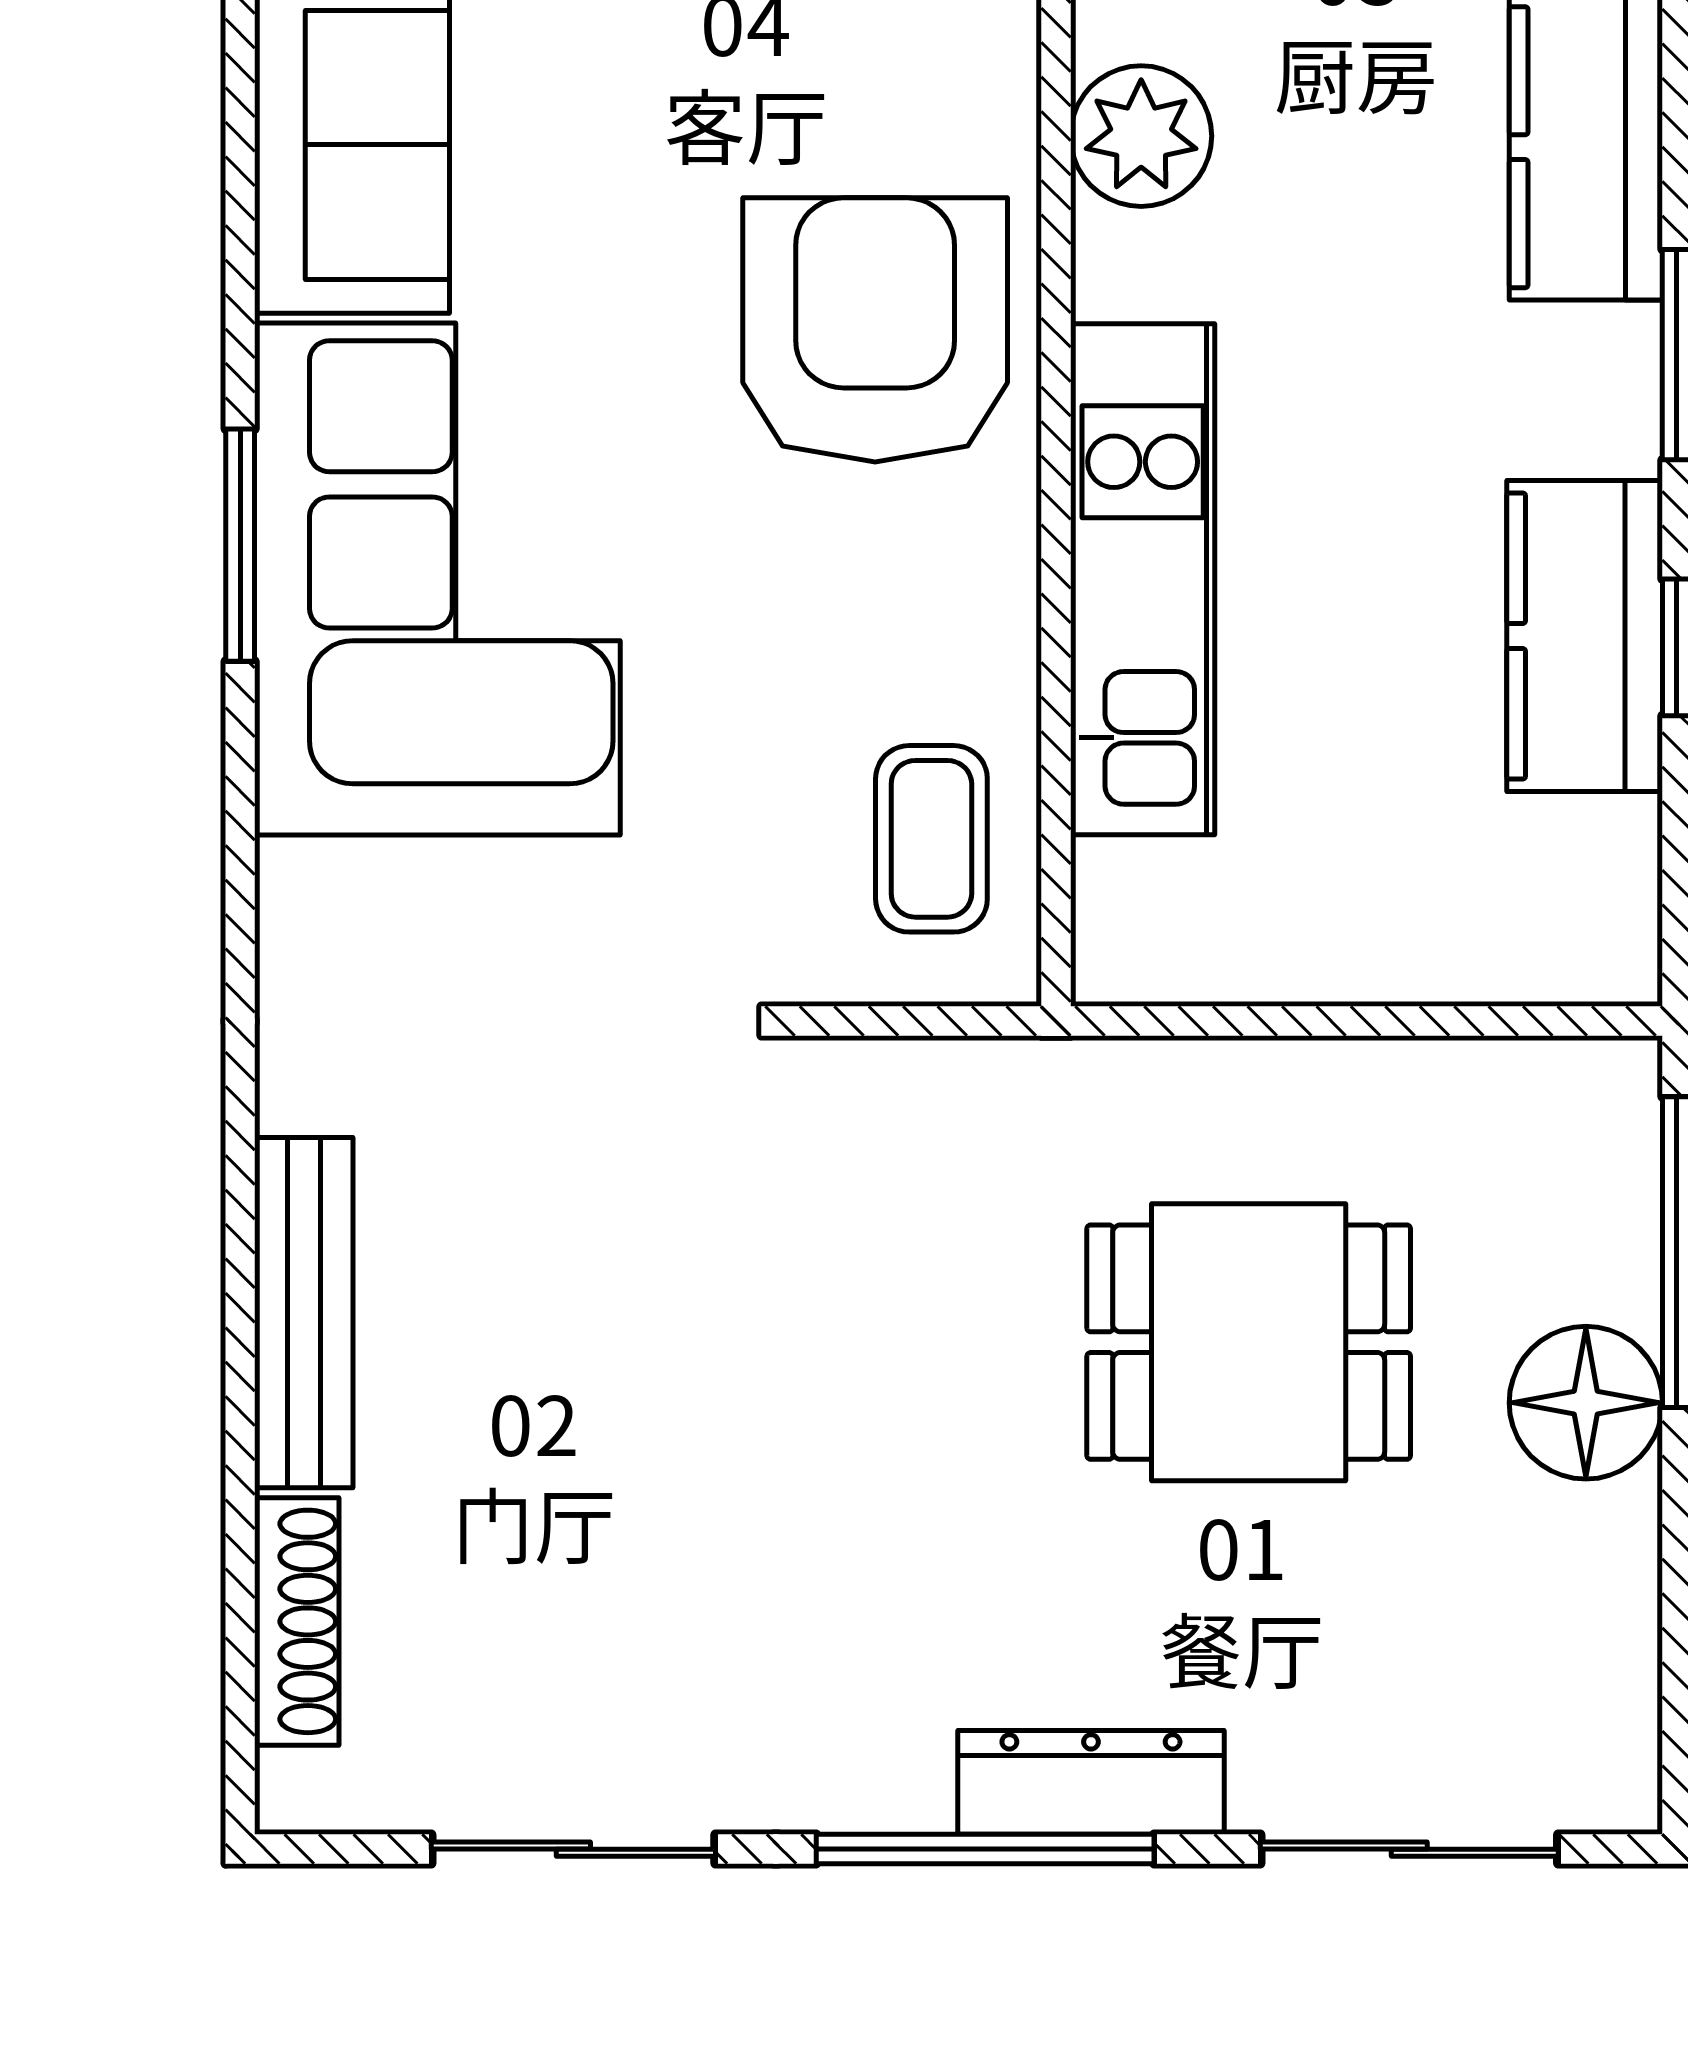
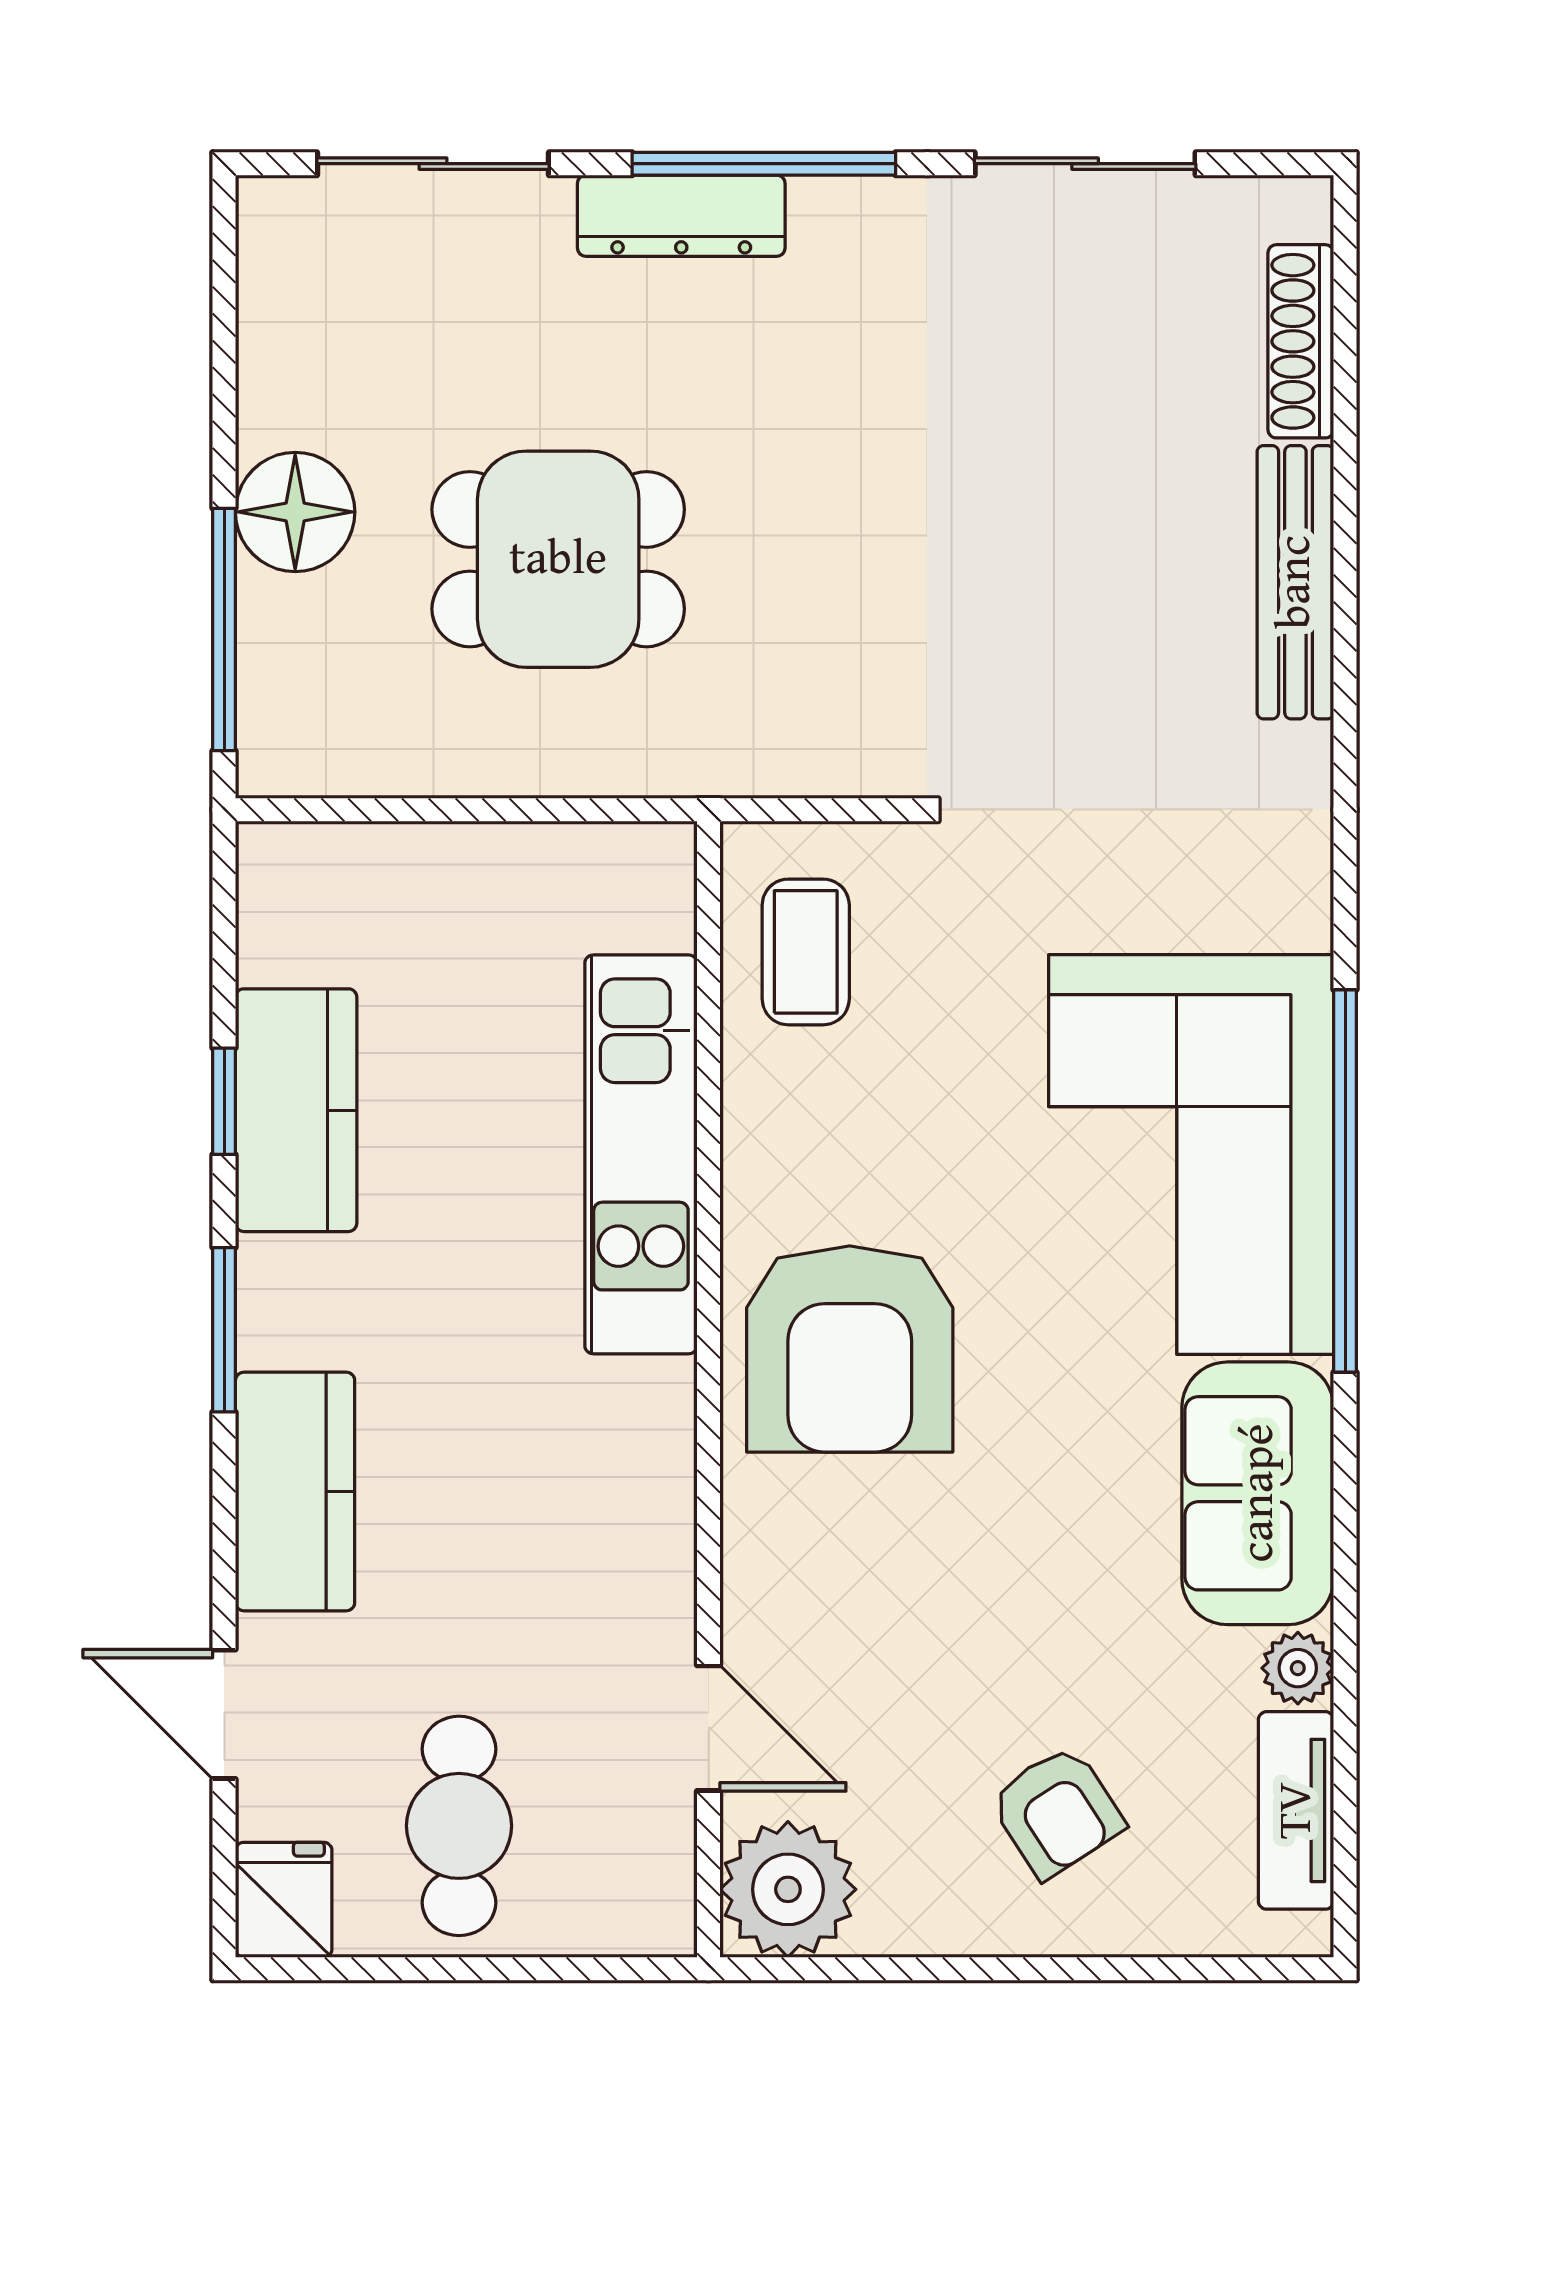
plant: (1141, 136) -> (642, 1500), removed
window: (240, 545) -> (1345, 1181), width x2.11

